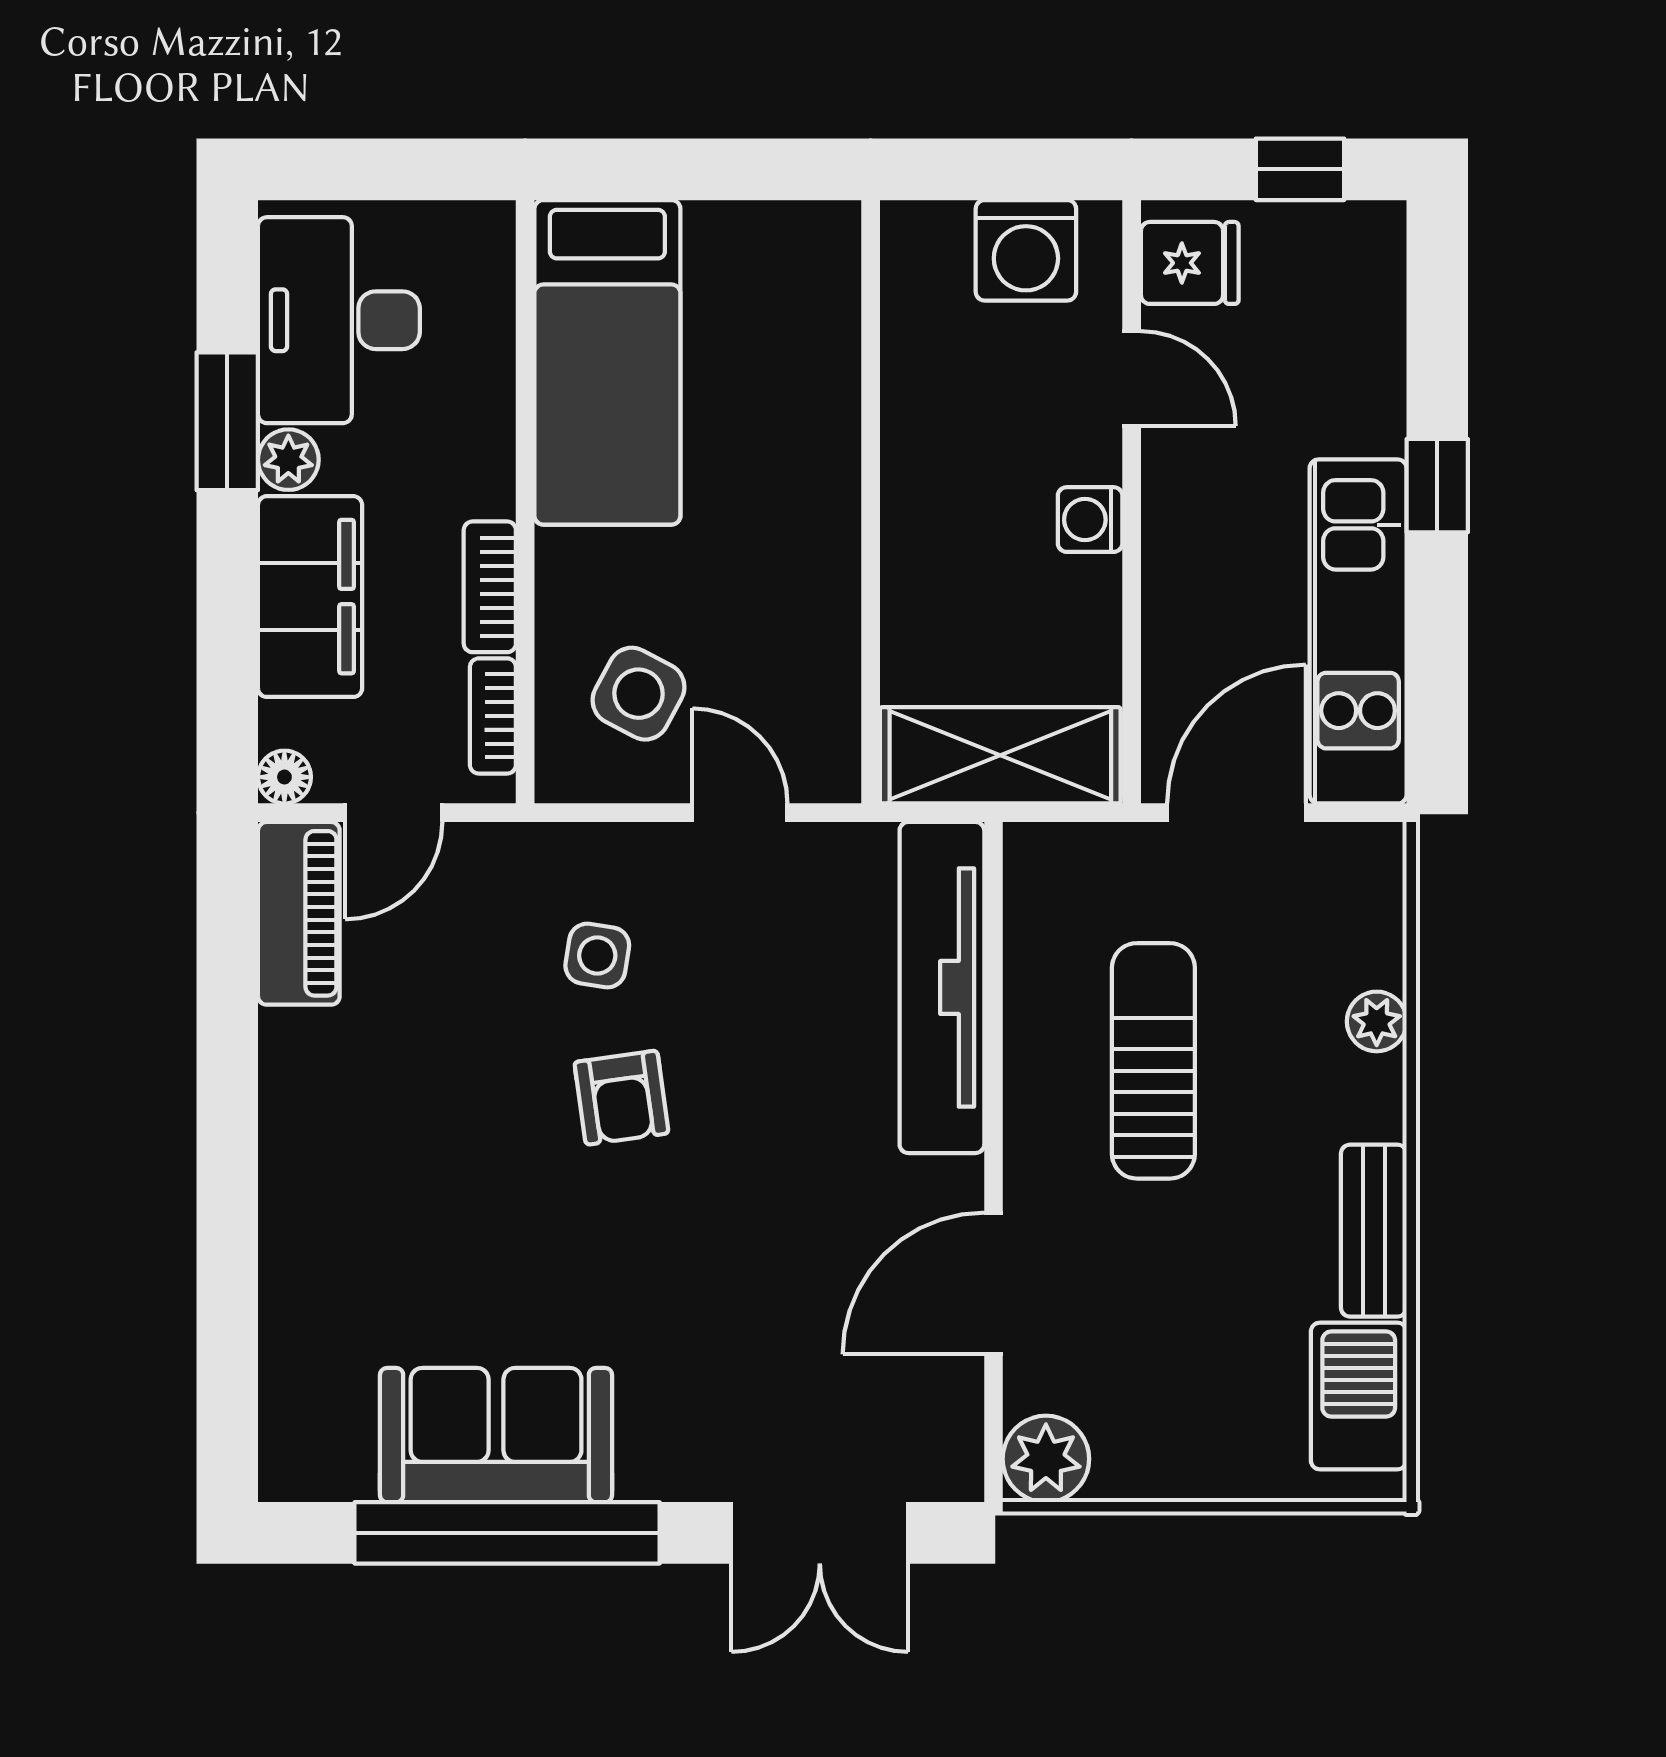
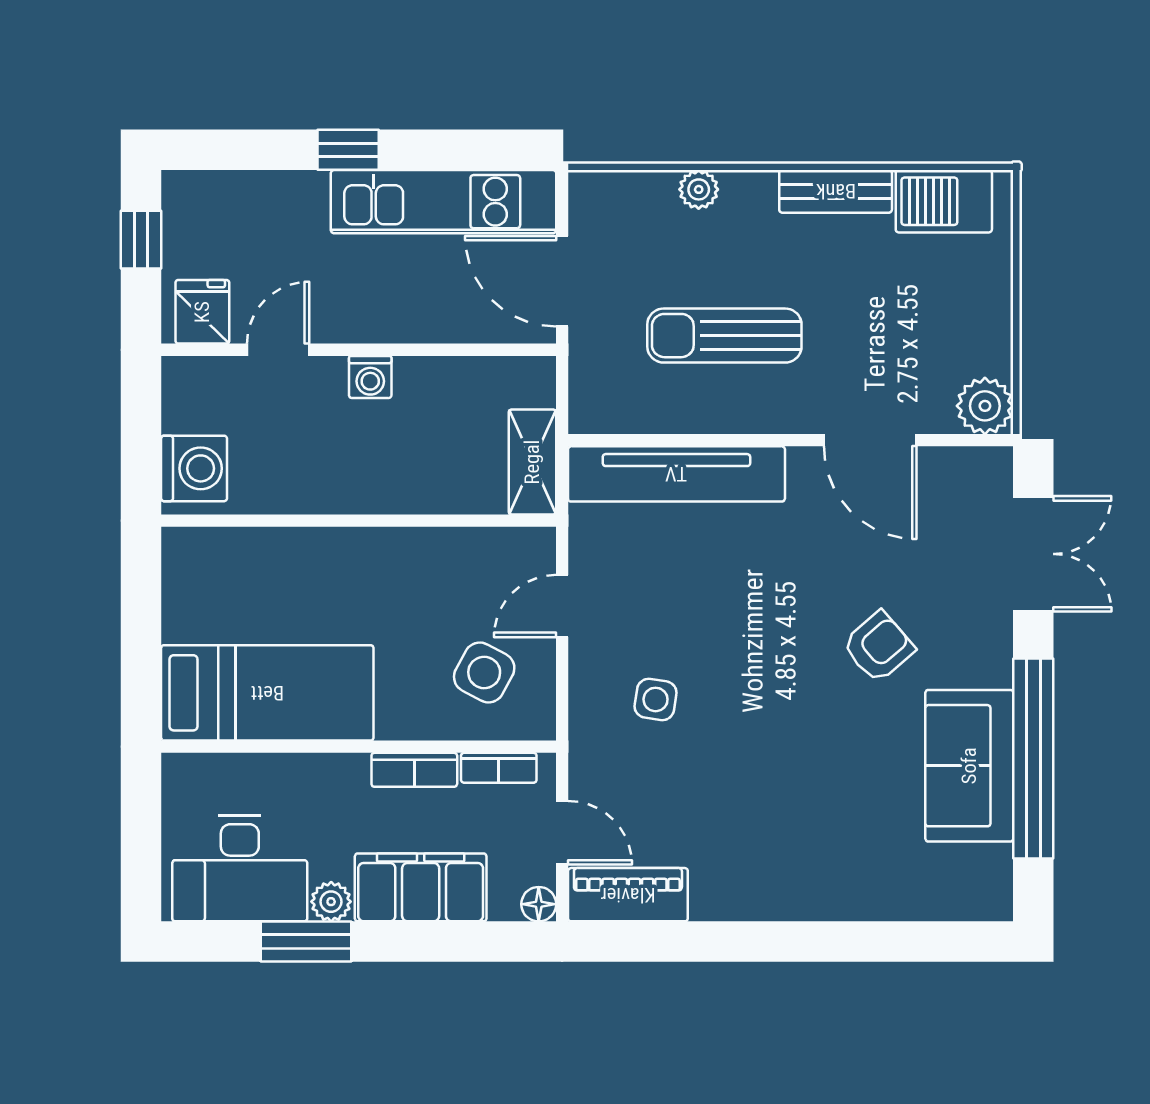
washing machine: (1026, 250) -> (194, 468), moved
shelving: (1000, 755) -> (532, 462), width x0.67, depth x0.75
armchair: (621, 1098) -> (878, 647), moved, turned -33

